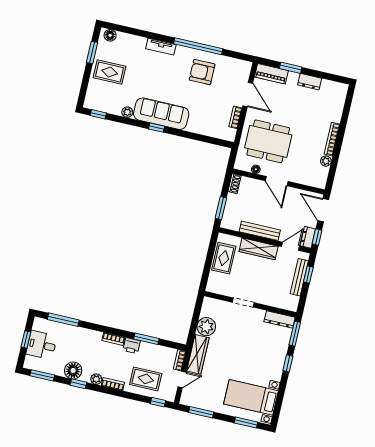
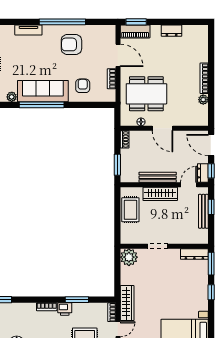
window: (291, 68) -> (136, 22), moved
armchair: (204, 118) -> (83, 86), added
window: (157, 128) -> (42, 105), width x3.17
plant: (206, 327) -> (129, 257), moved

